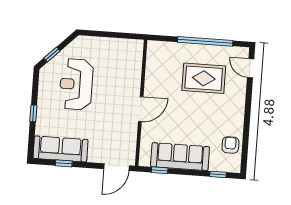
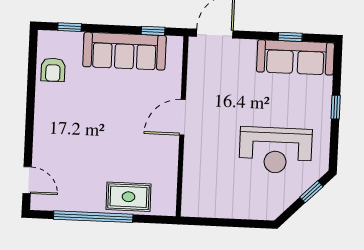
rug: (204, 78) -> (129, 197), moved, width x0.73, depth x0.70
reception desk: (76, 84) -> (276, 150), turned 90

